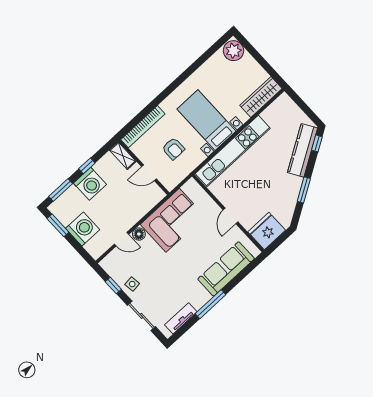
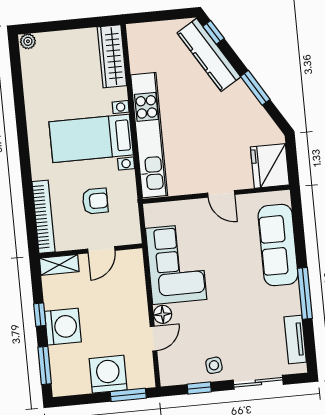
plant: (233, 51) -> (28, 41), width x0.53, depth x0.53
window: (58, 225) -> (128, 395), moved

